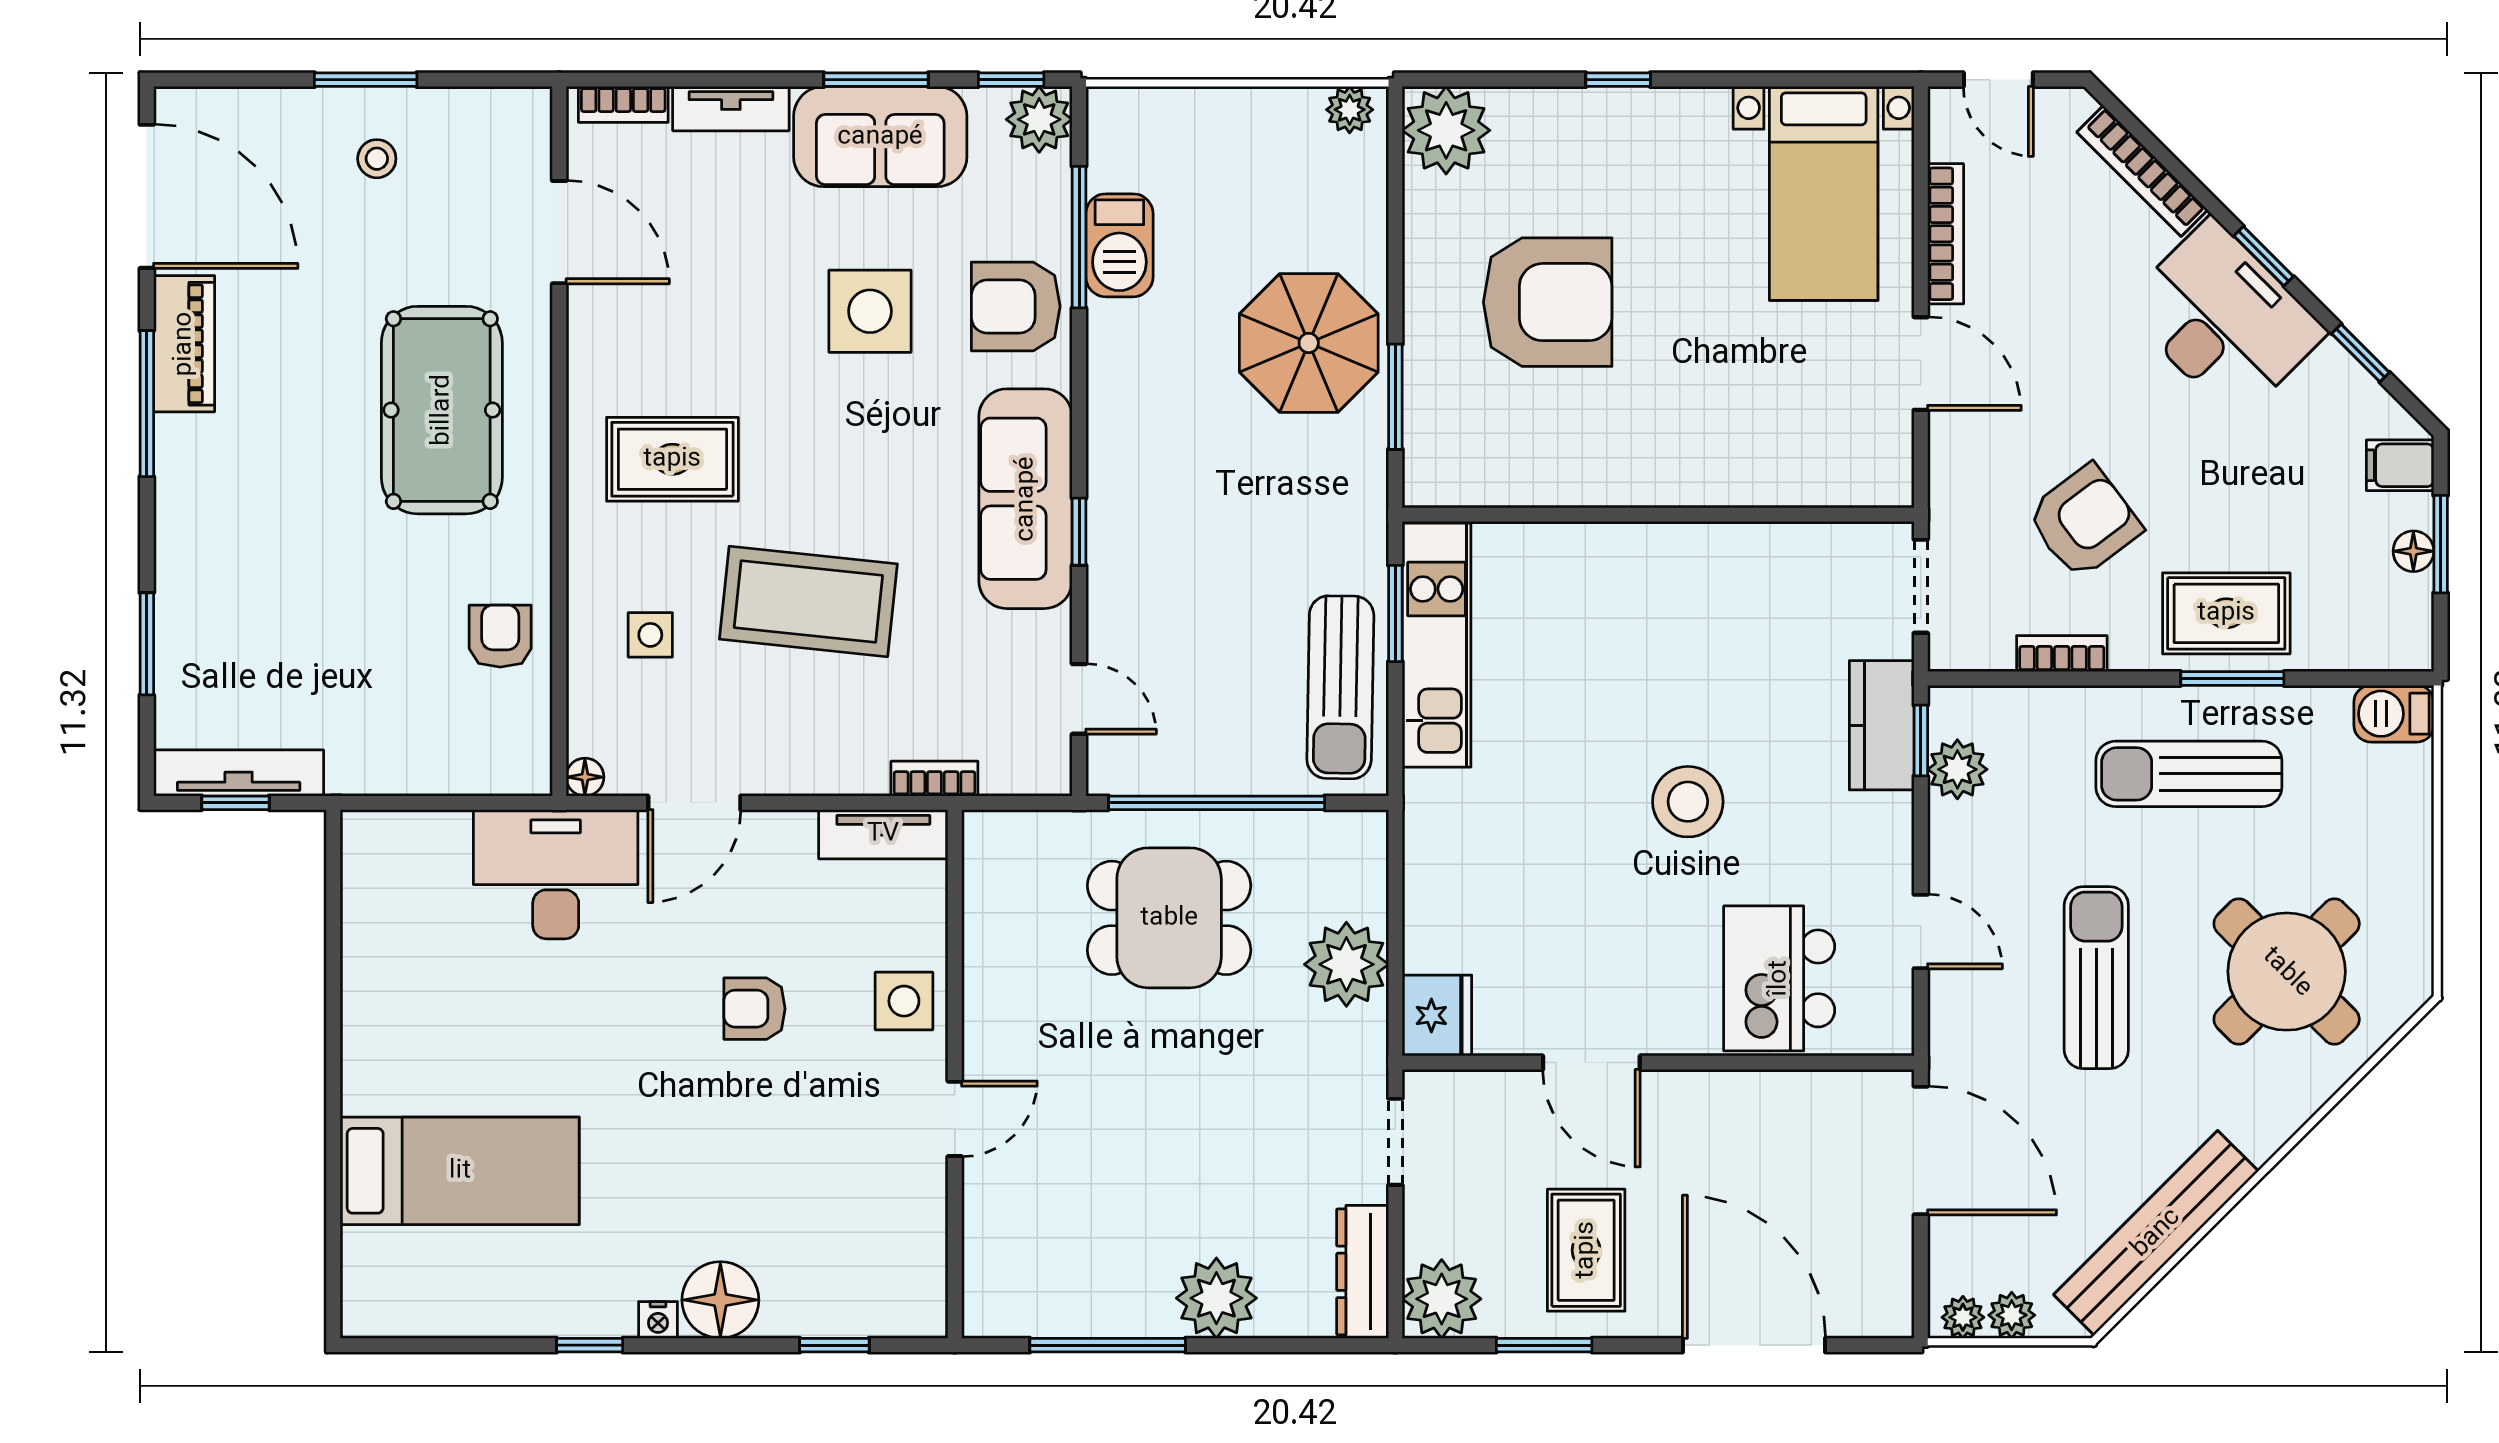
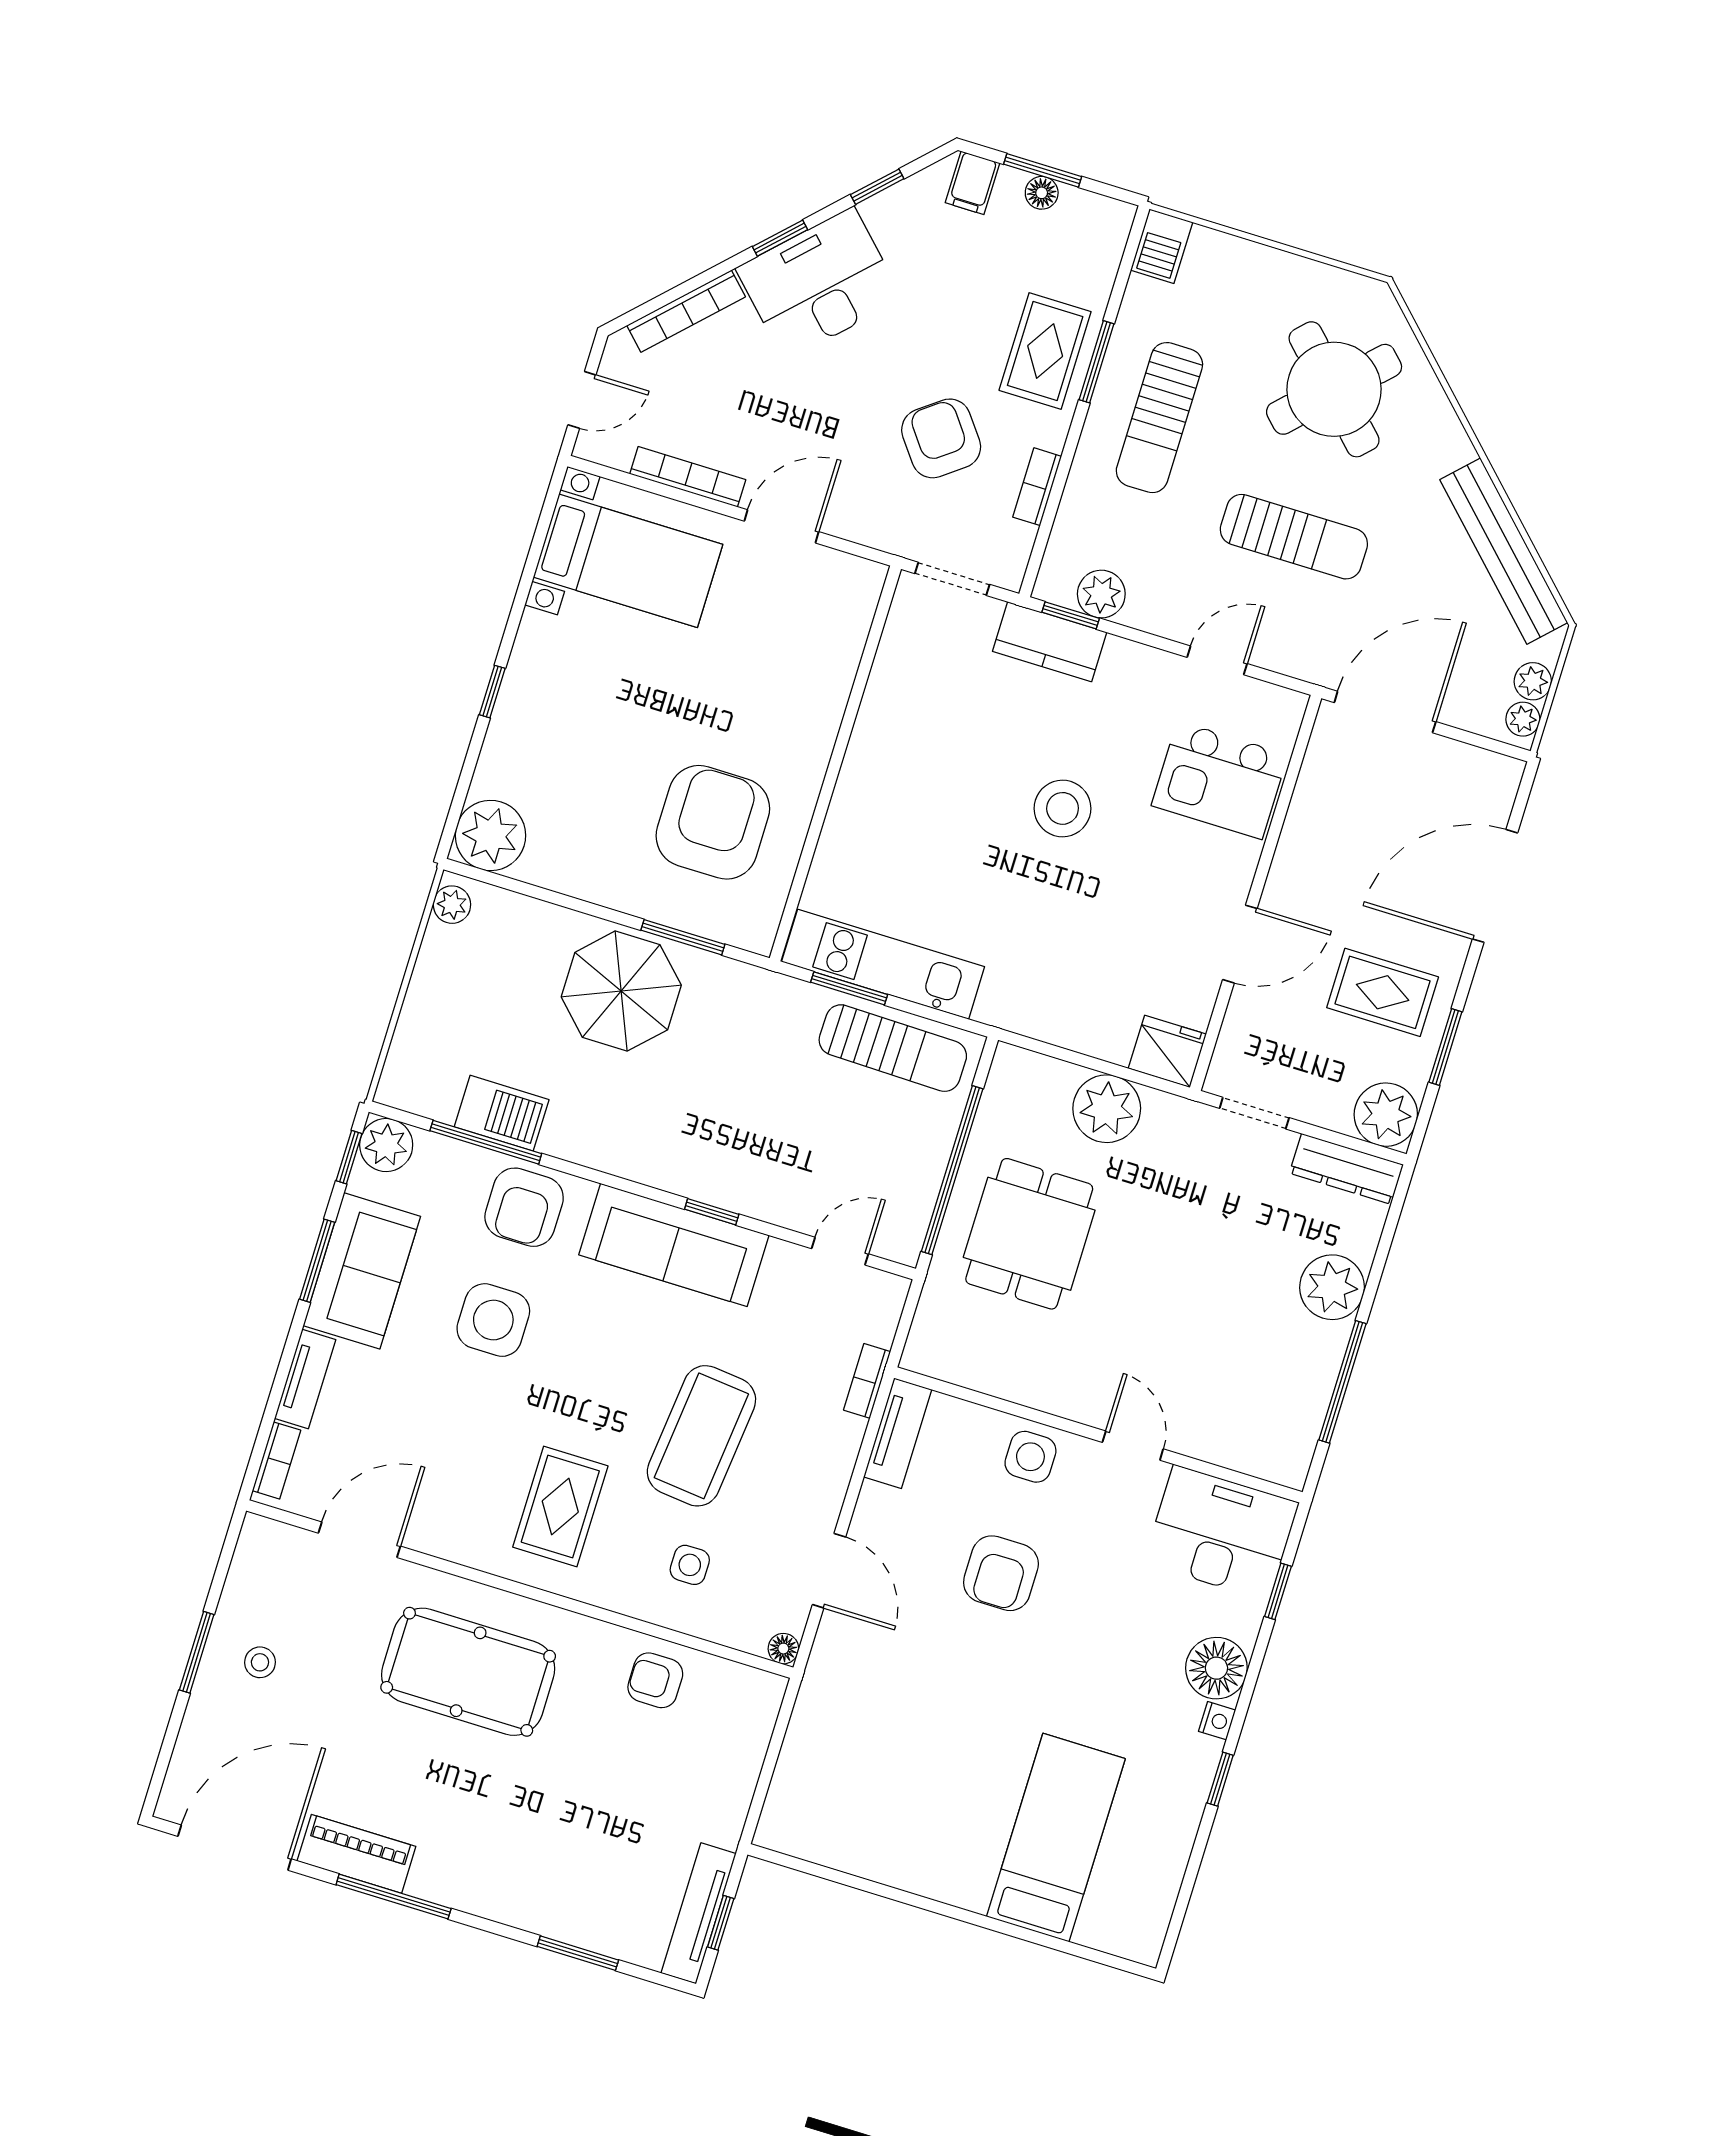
armchair: (1548, 302) -> (713, 822), moved
desk: (556, 874) -> (1221, 1533), moved, turned 90
sun lounger: (2096, 978) -> (1294, 537), turned 180
armchair: (754, 1009) -> (1001, 1573), width x1.38, depth x1.38

